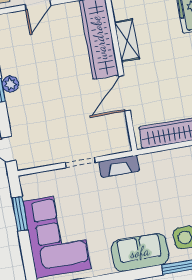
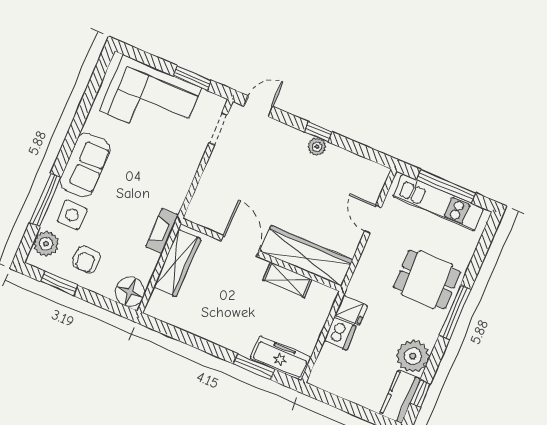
doorway: (80, 162) -> (218, 129), moved
fireplace: (119, 166) -> (162, 231), moved

